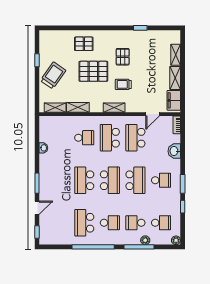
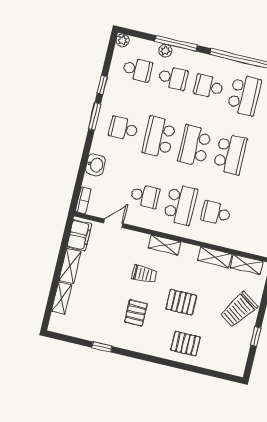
pallet: (93, 71) -> (181, 302), width x0.67, depth x0.71
school desk: (135, 138) -> (145, 196), width x0.54
school desk: (161, 223) -> (138, 70), turned 180

